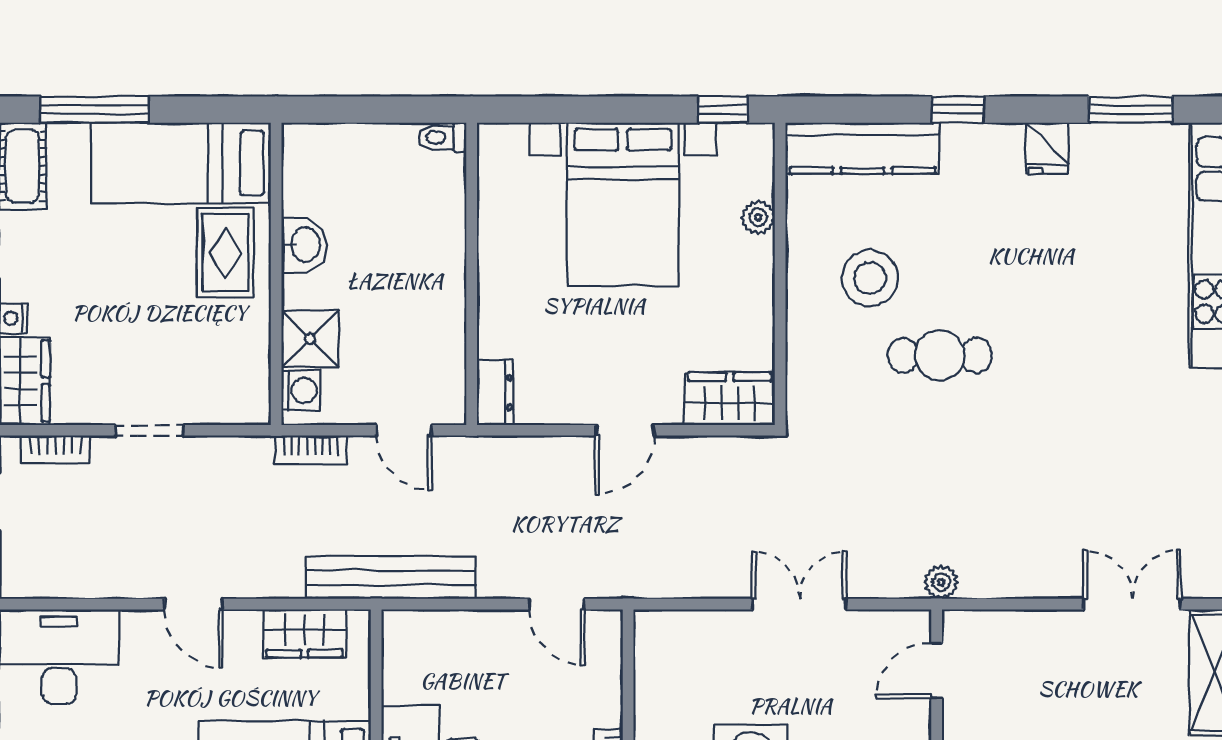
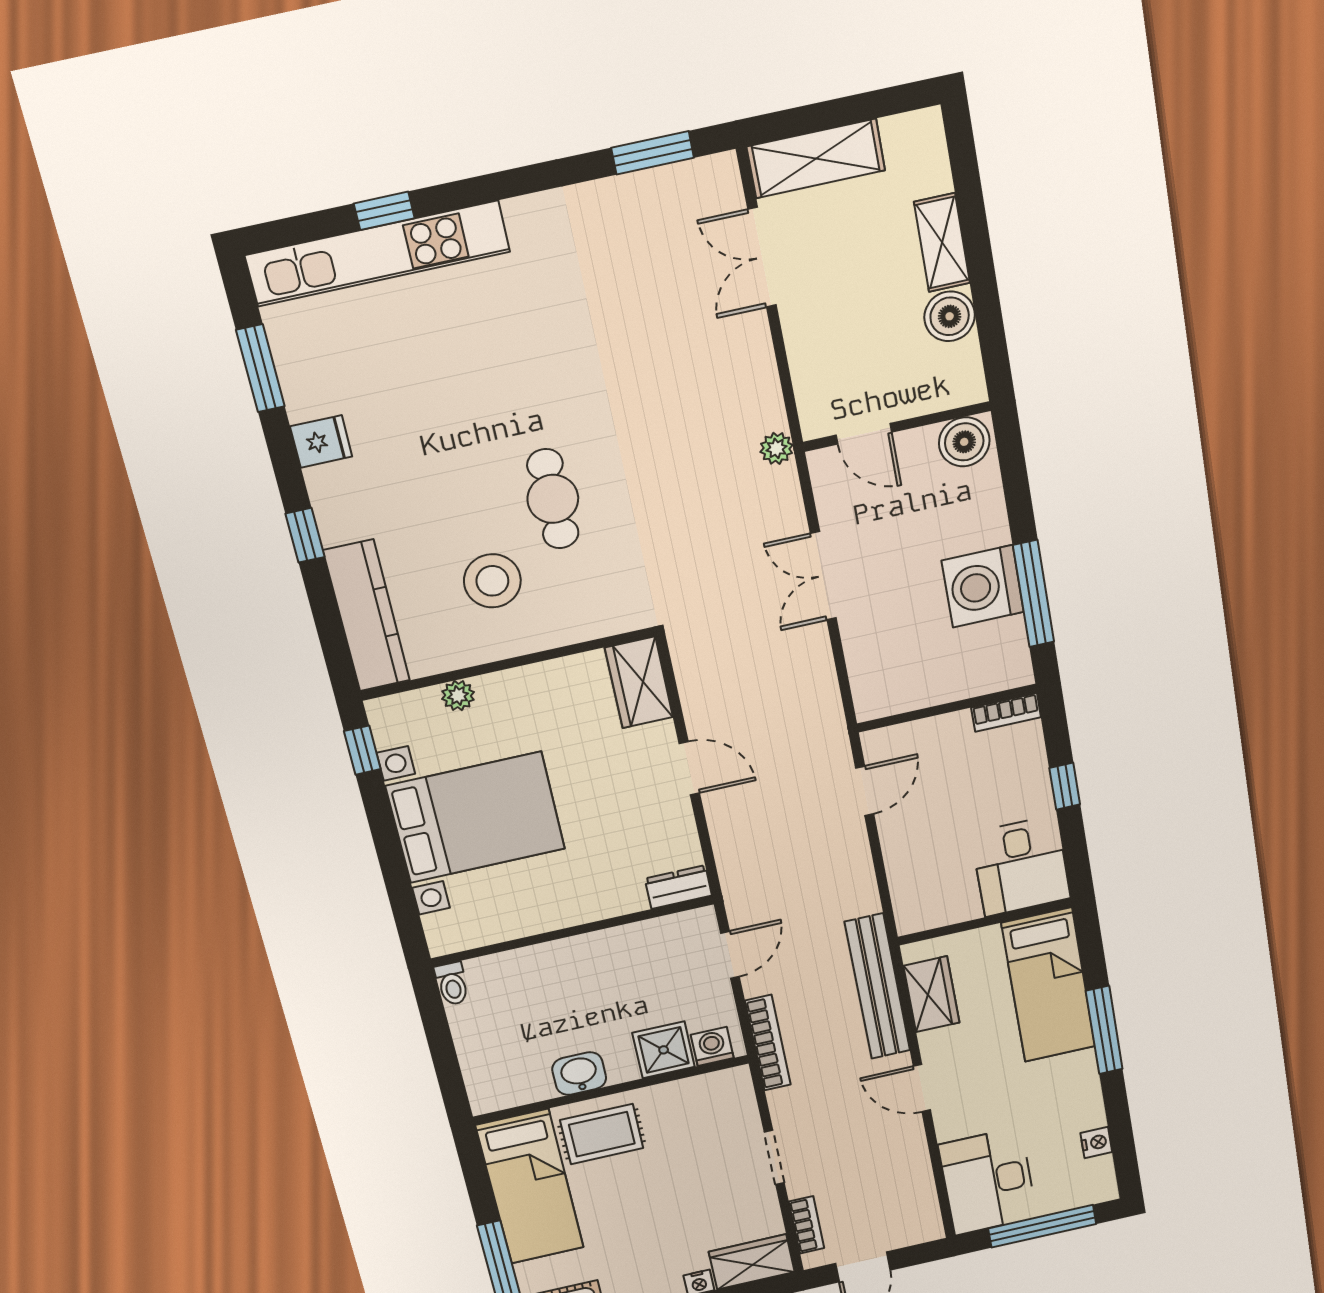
bookcase: (311, 450) -> (768, 1043), width x1.56
bench: (391, 578) -> (877, 986), moved
door: (194, 604) -> (922, 1088), swing flipped

